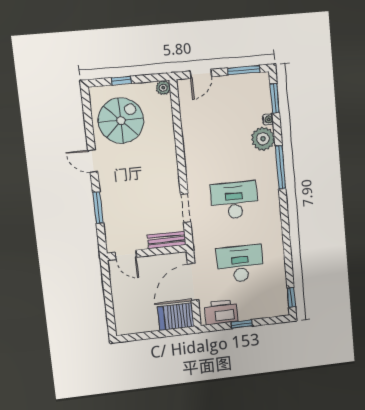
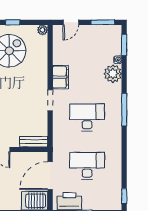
filing cabinet: (194, 150) -> (60, 77), added
window: (280, 167) -> (124, 110), moved
doorway: (186, 208) -> (50, 100), moved

